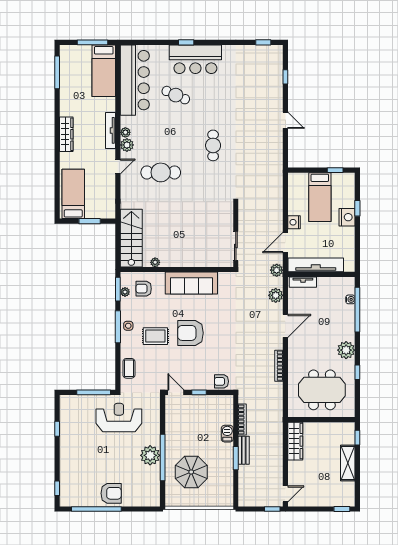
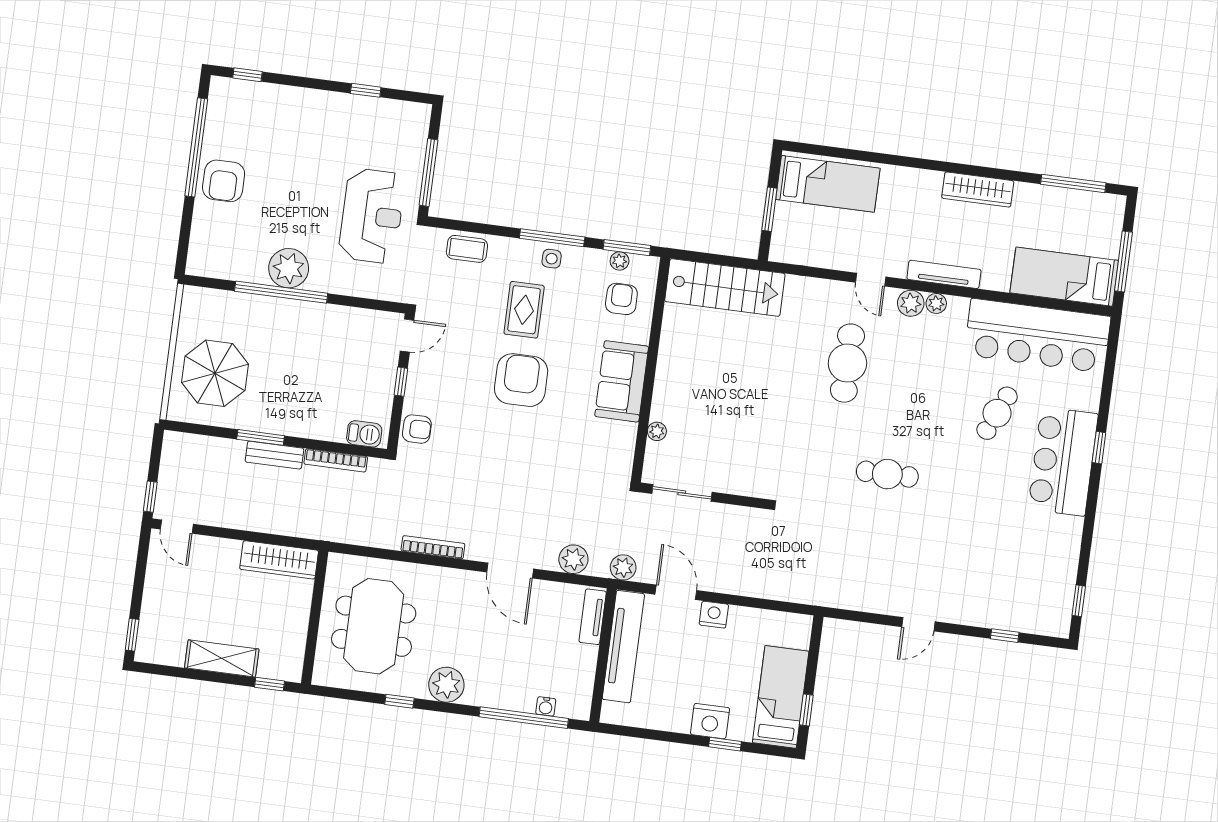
wardrobe: (66, 134) -> (978, 189), moved
bed: (320, 197) -> (781, 697), moved, turned 90
plant: (155, 262) -> (657, 431), moved
sofa: (191, 283) -> (622, 381), width x0.73
armchair: (221, 381) -> (417, 429), turned 90
barbecue: (227, 434) -> (364, 434), moved
parasol: (191, 472) -> (215, 373), moved

